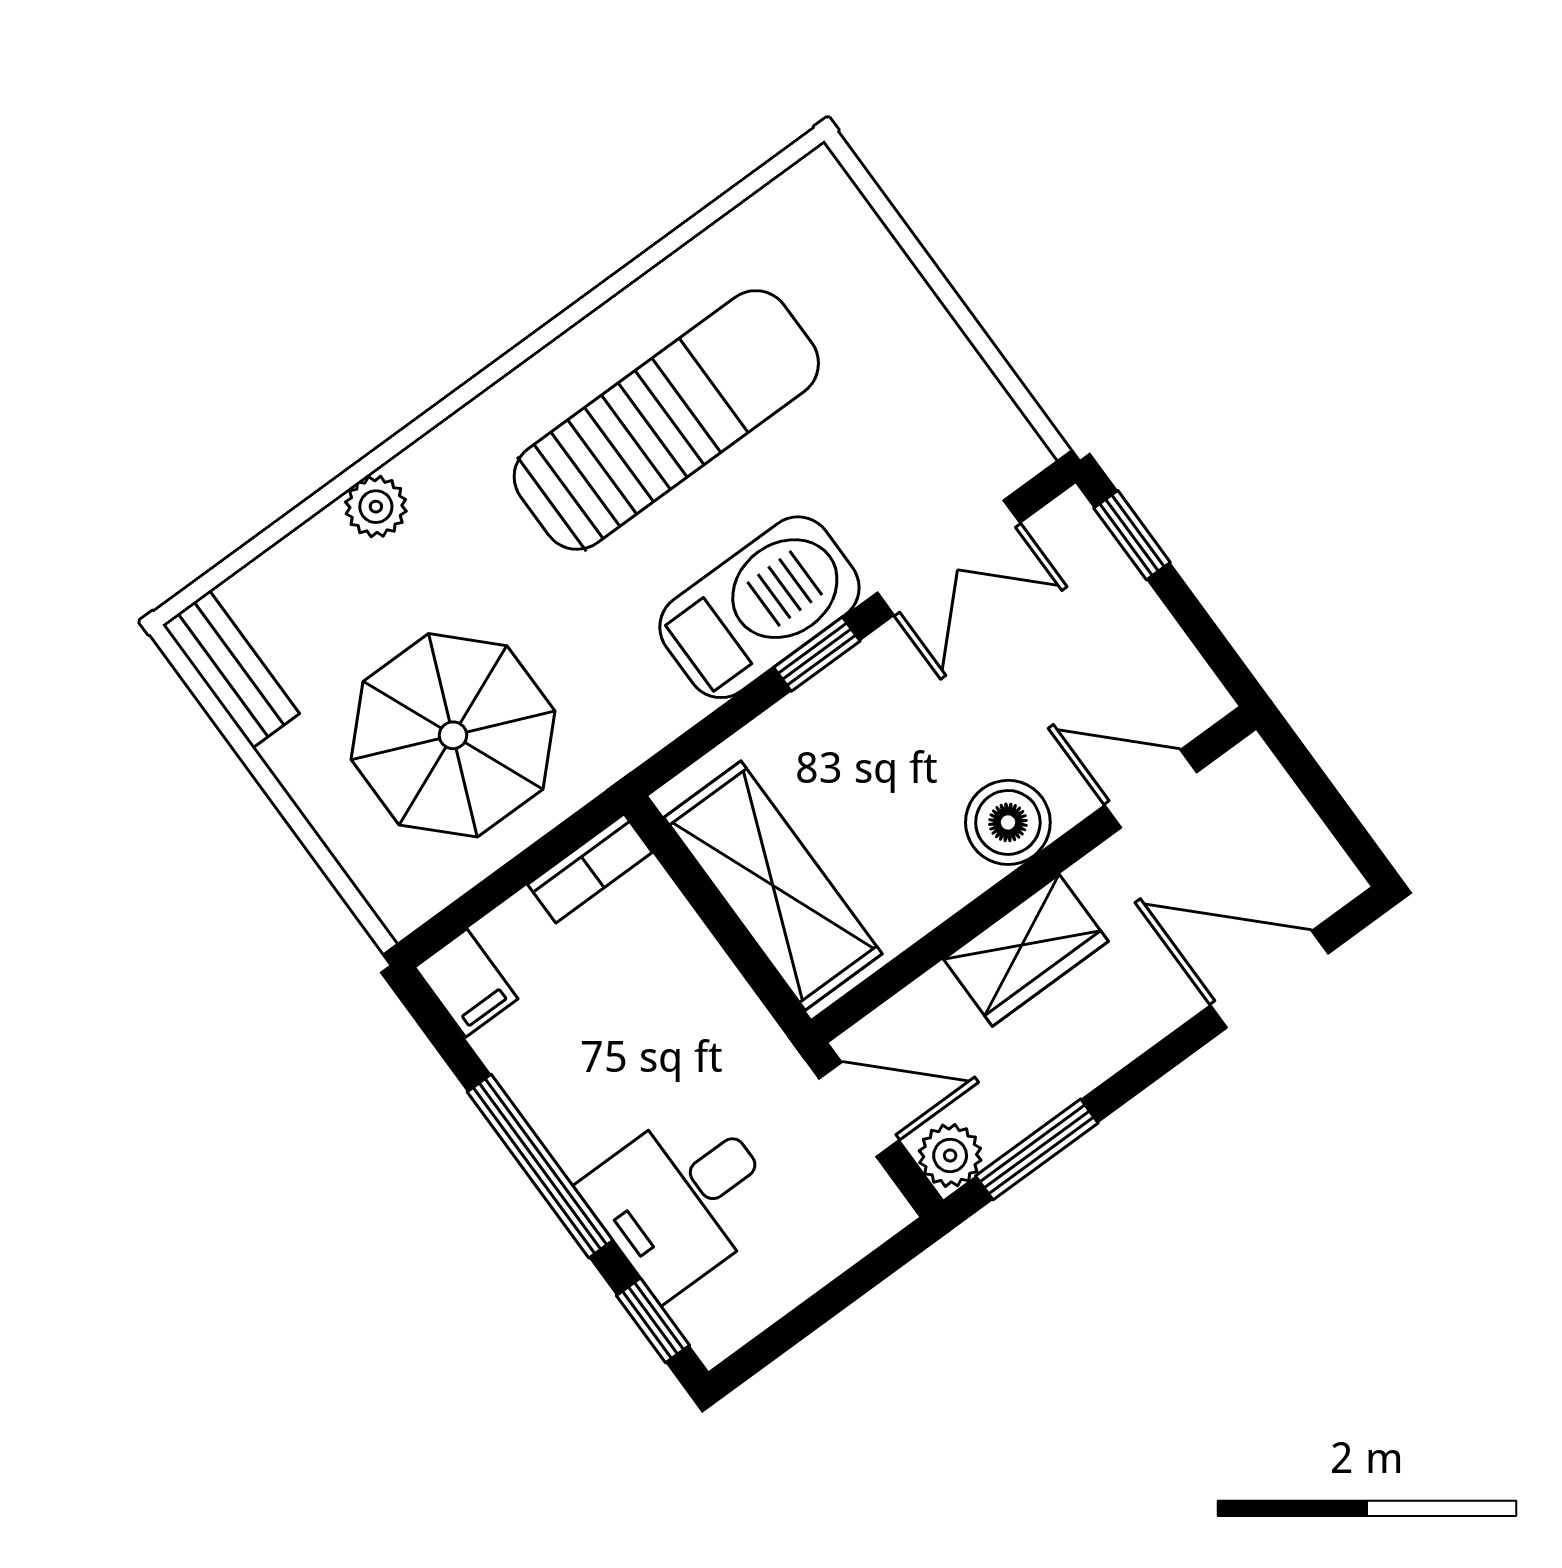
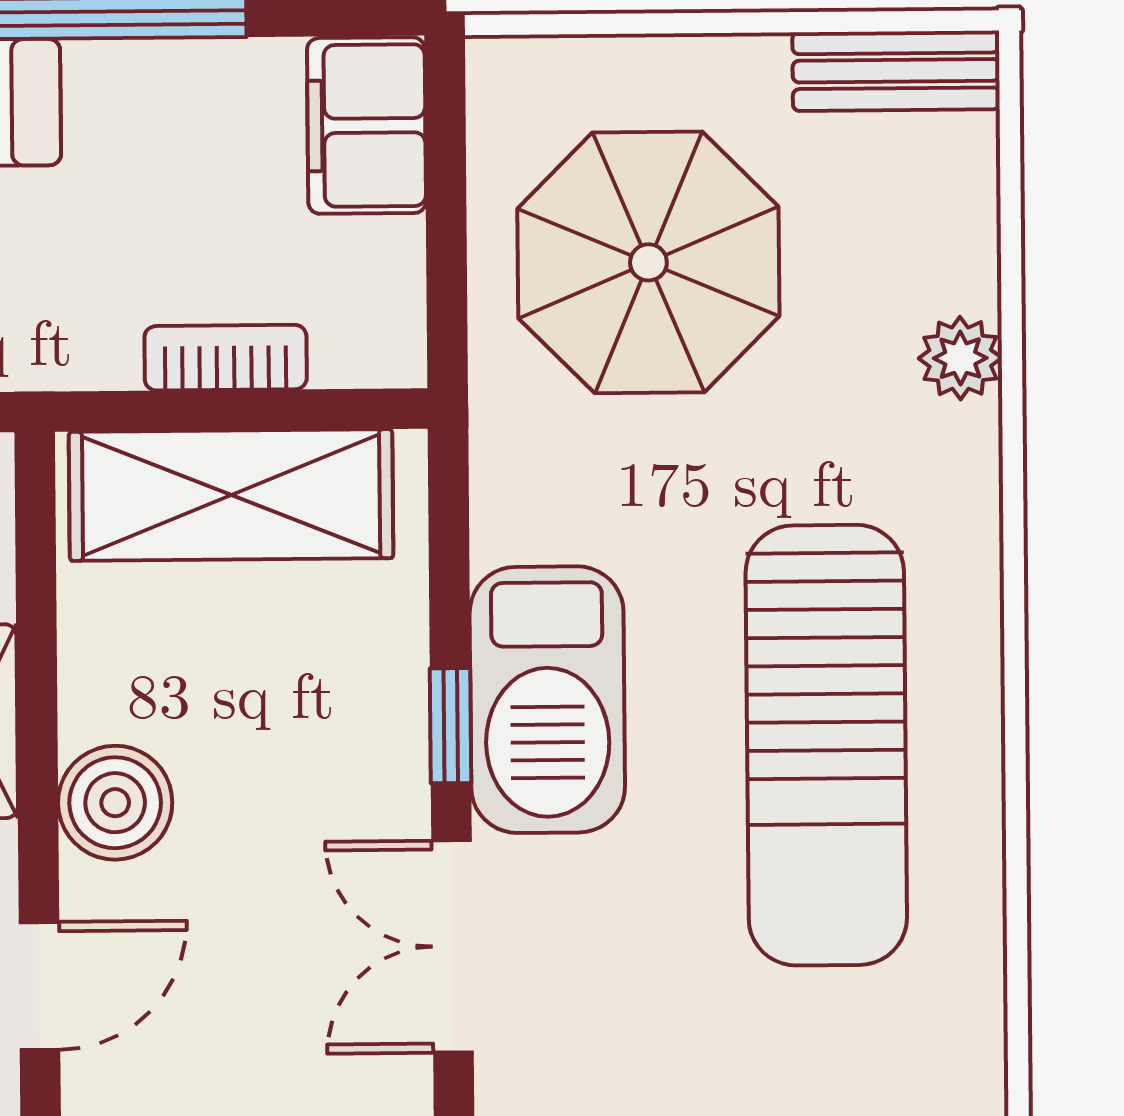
bookcase: (590, 868) -> (226, 358), moved, turned 90
filing cabinet: (466, 983) -> (366, 126), width x2.00

